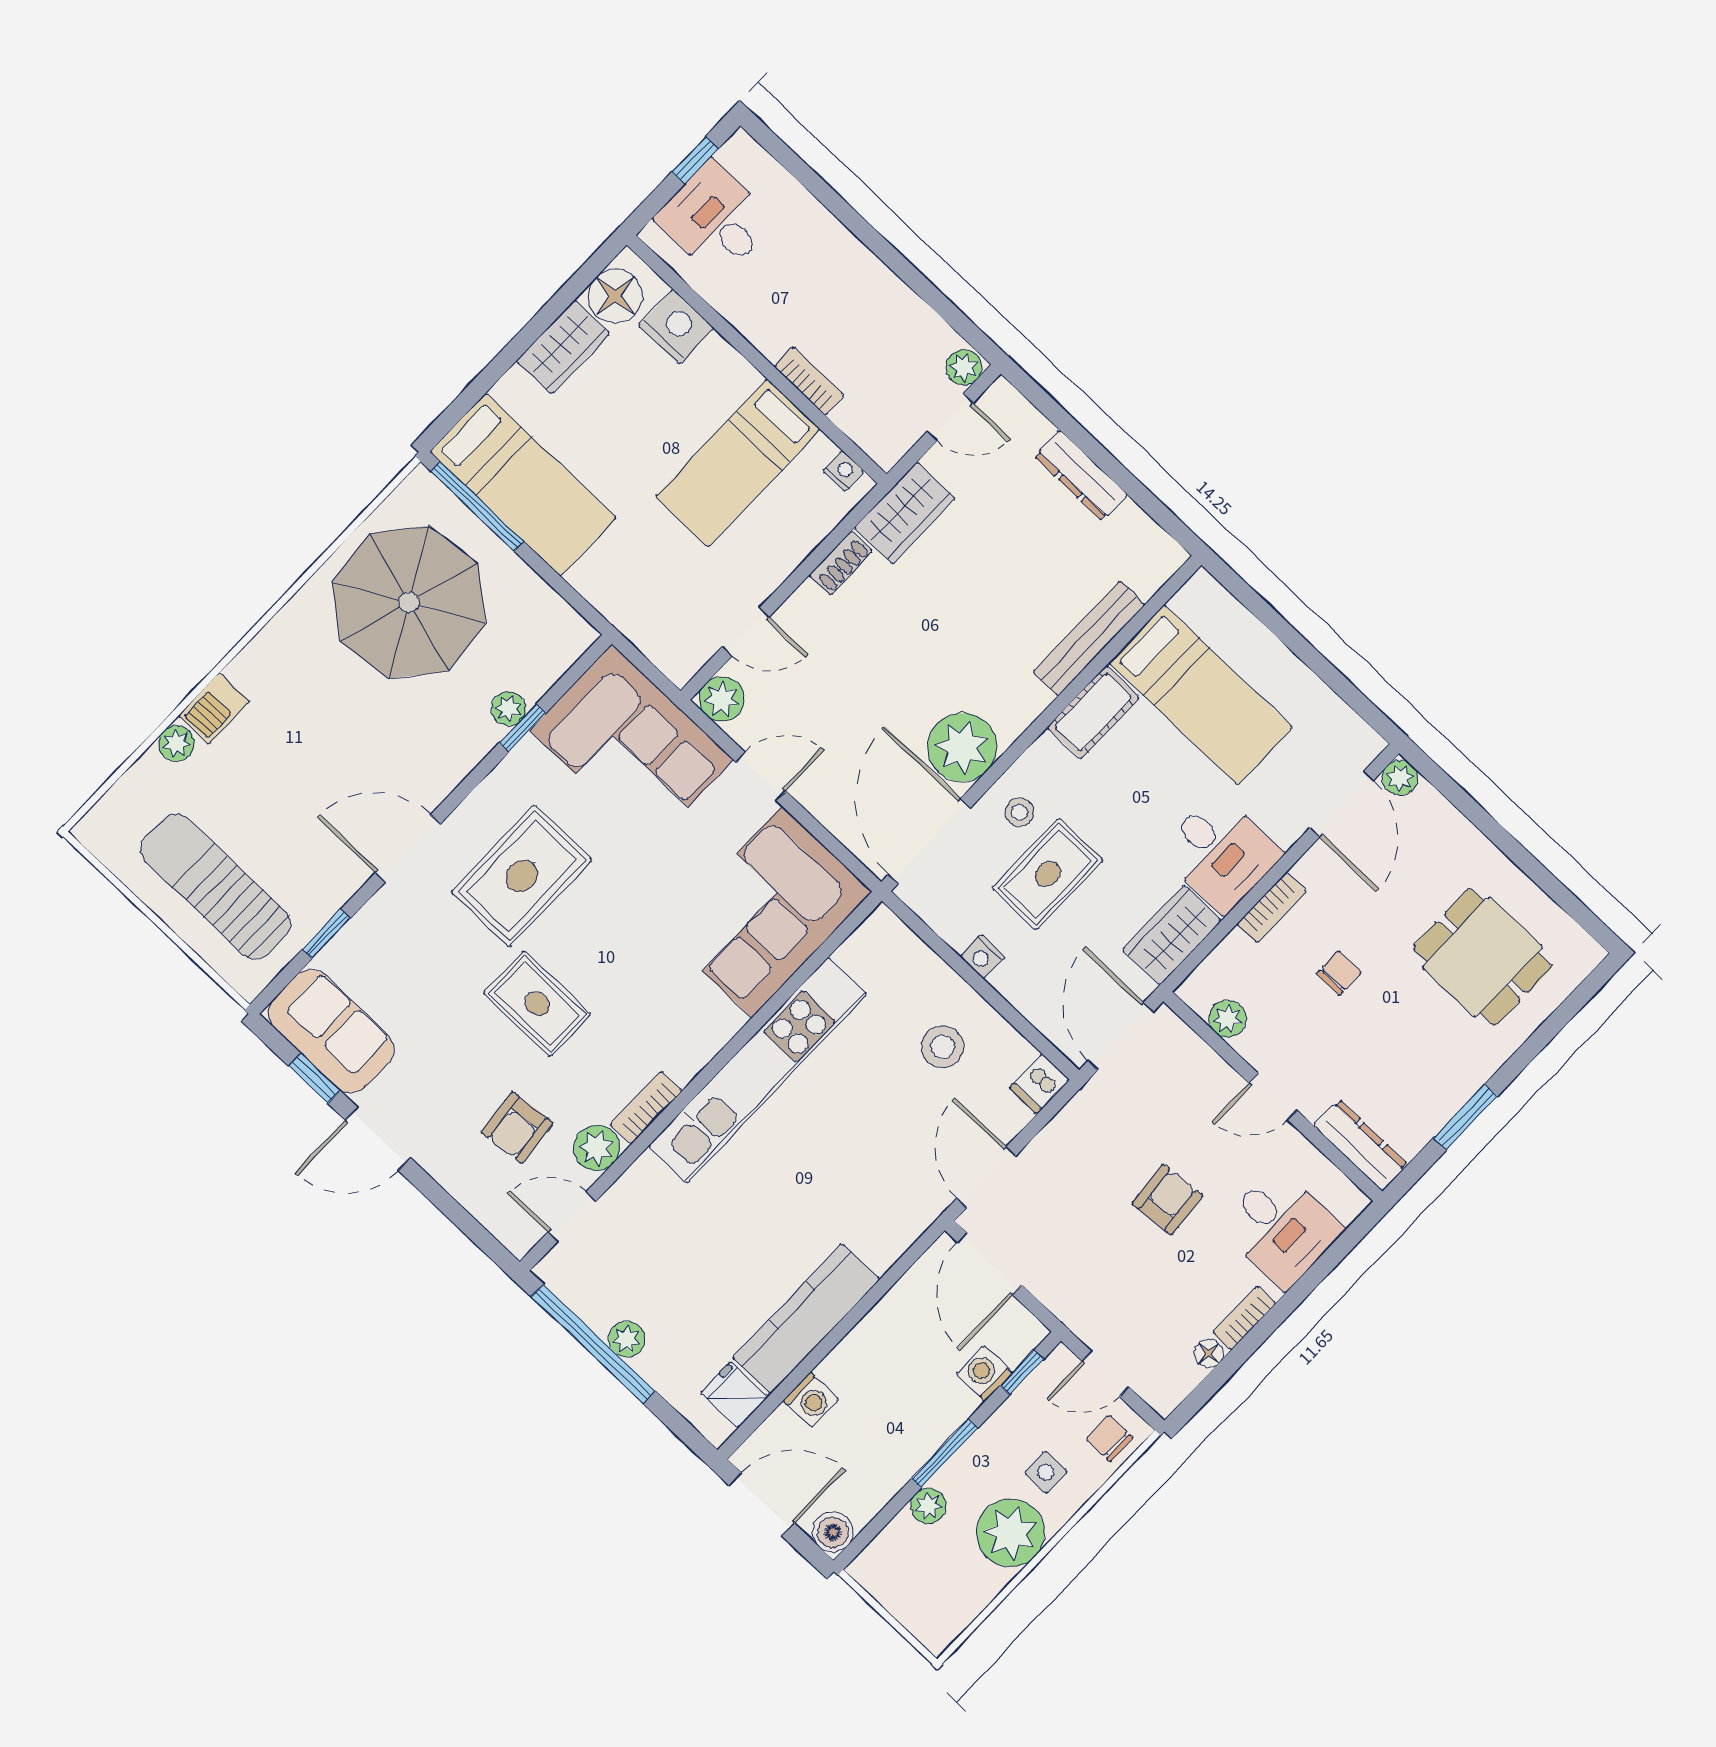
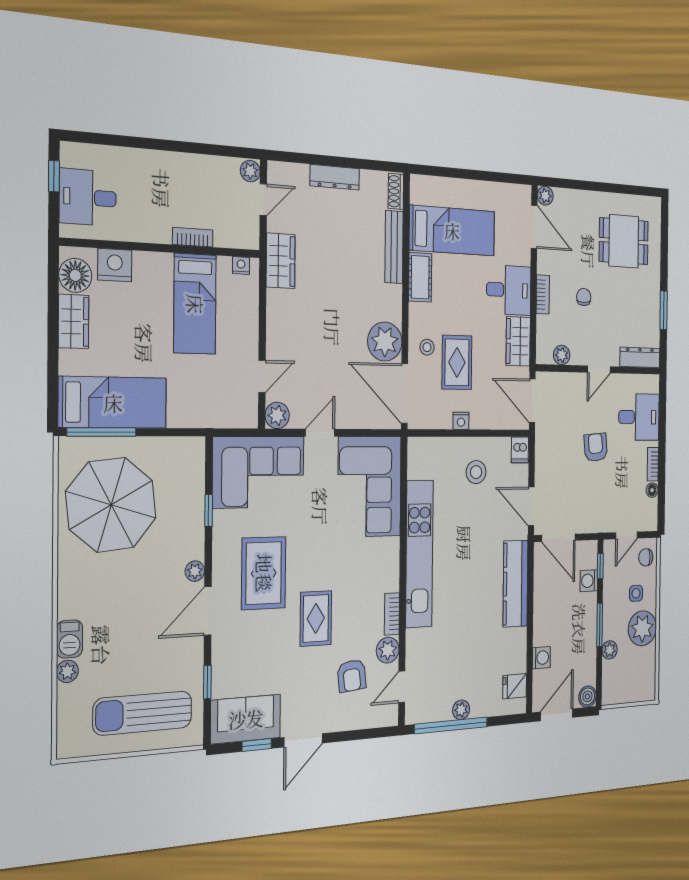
shoe rack: (841, 563) -> (396, 191), moved, turned 180
plant: (508, 709) -> (195, 571), moved
rug: (537, 1004) -> (316, 618), turned 90
kitchen counter: (806, 1319) -> (516, 584), moved

